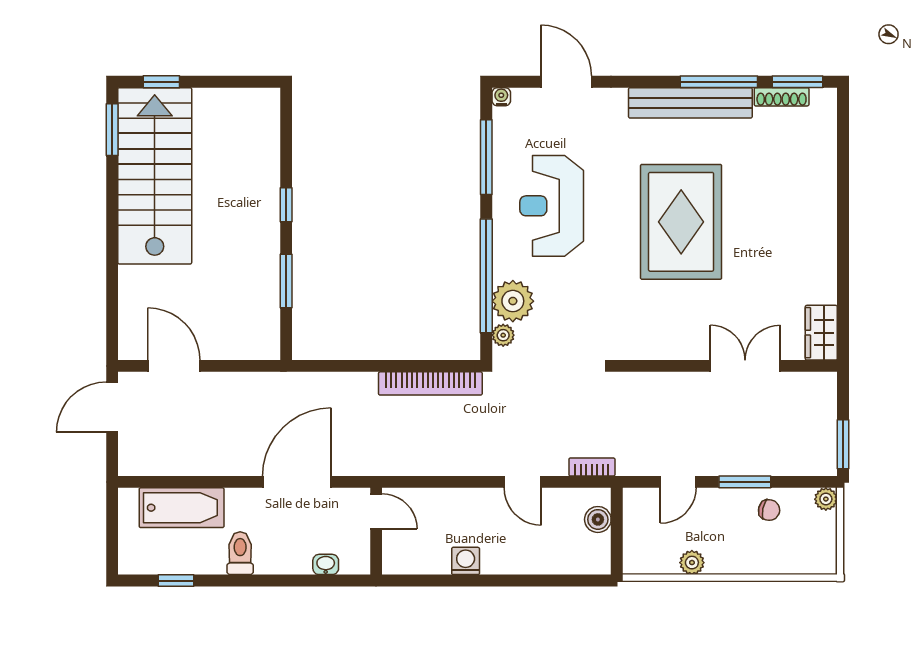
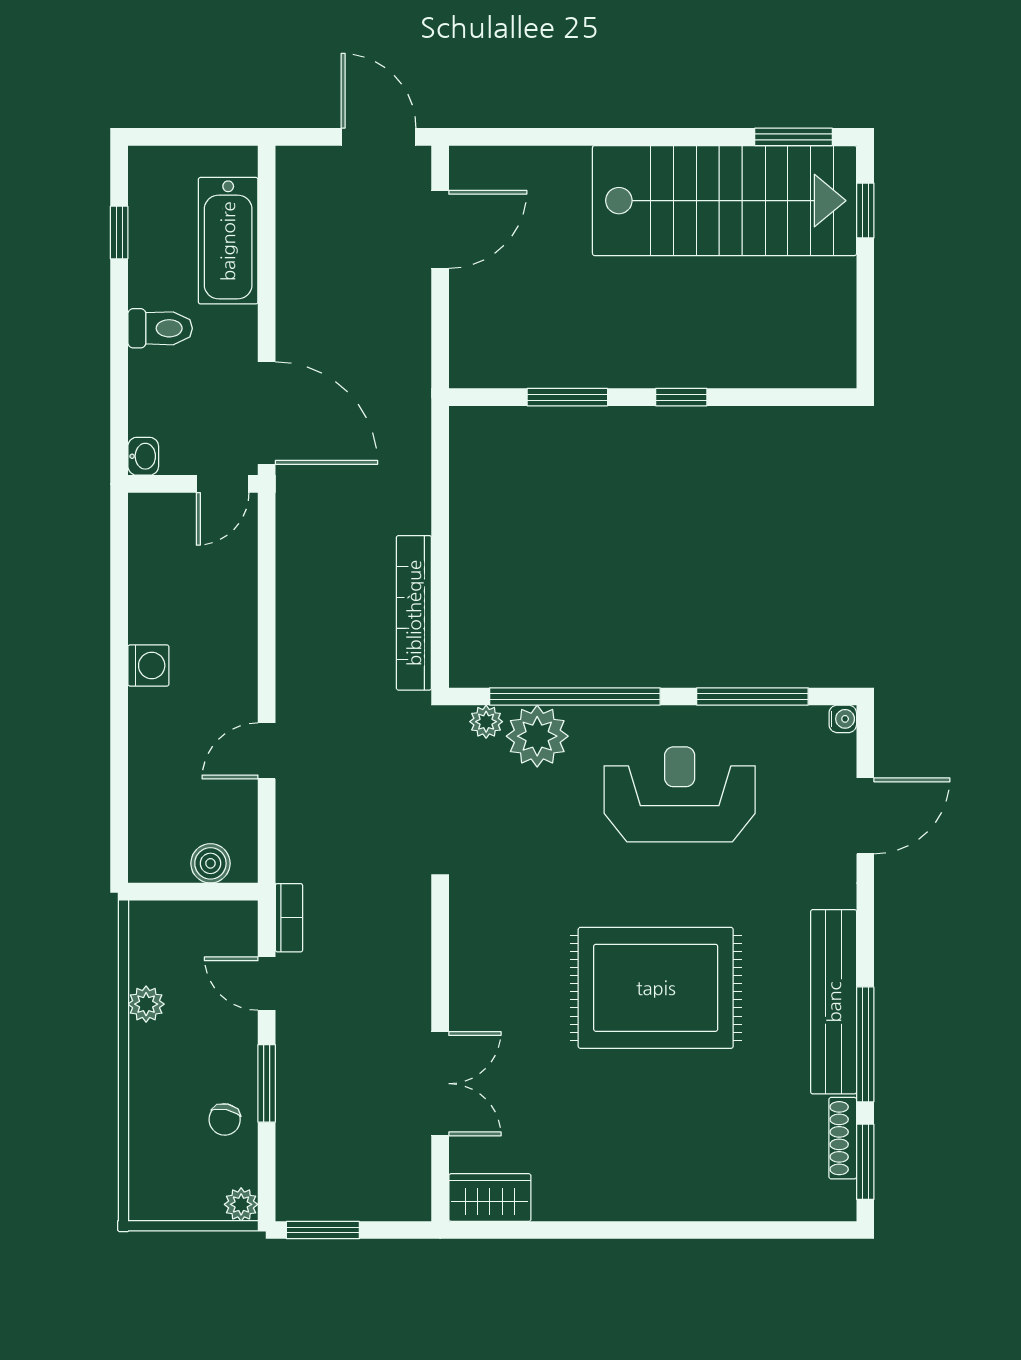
bookcase: (592, 467) -> (289, 918), moved
door: (376, 511) -> (223, 484), moved
wall: (376, 531) -> (193, 484), moved

